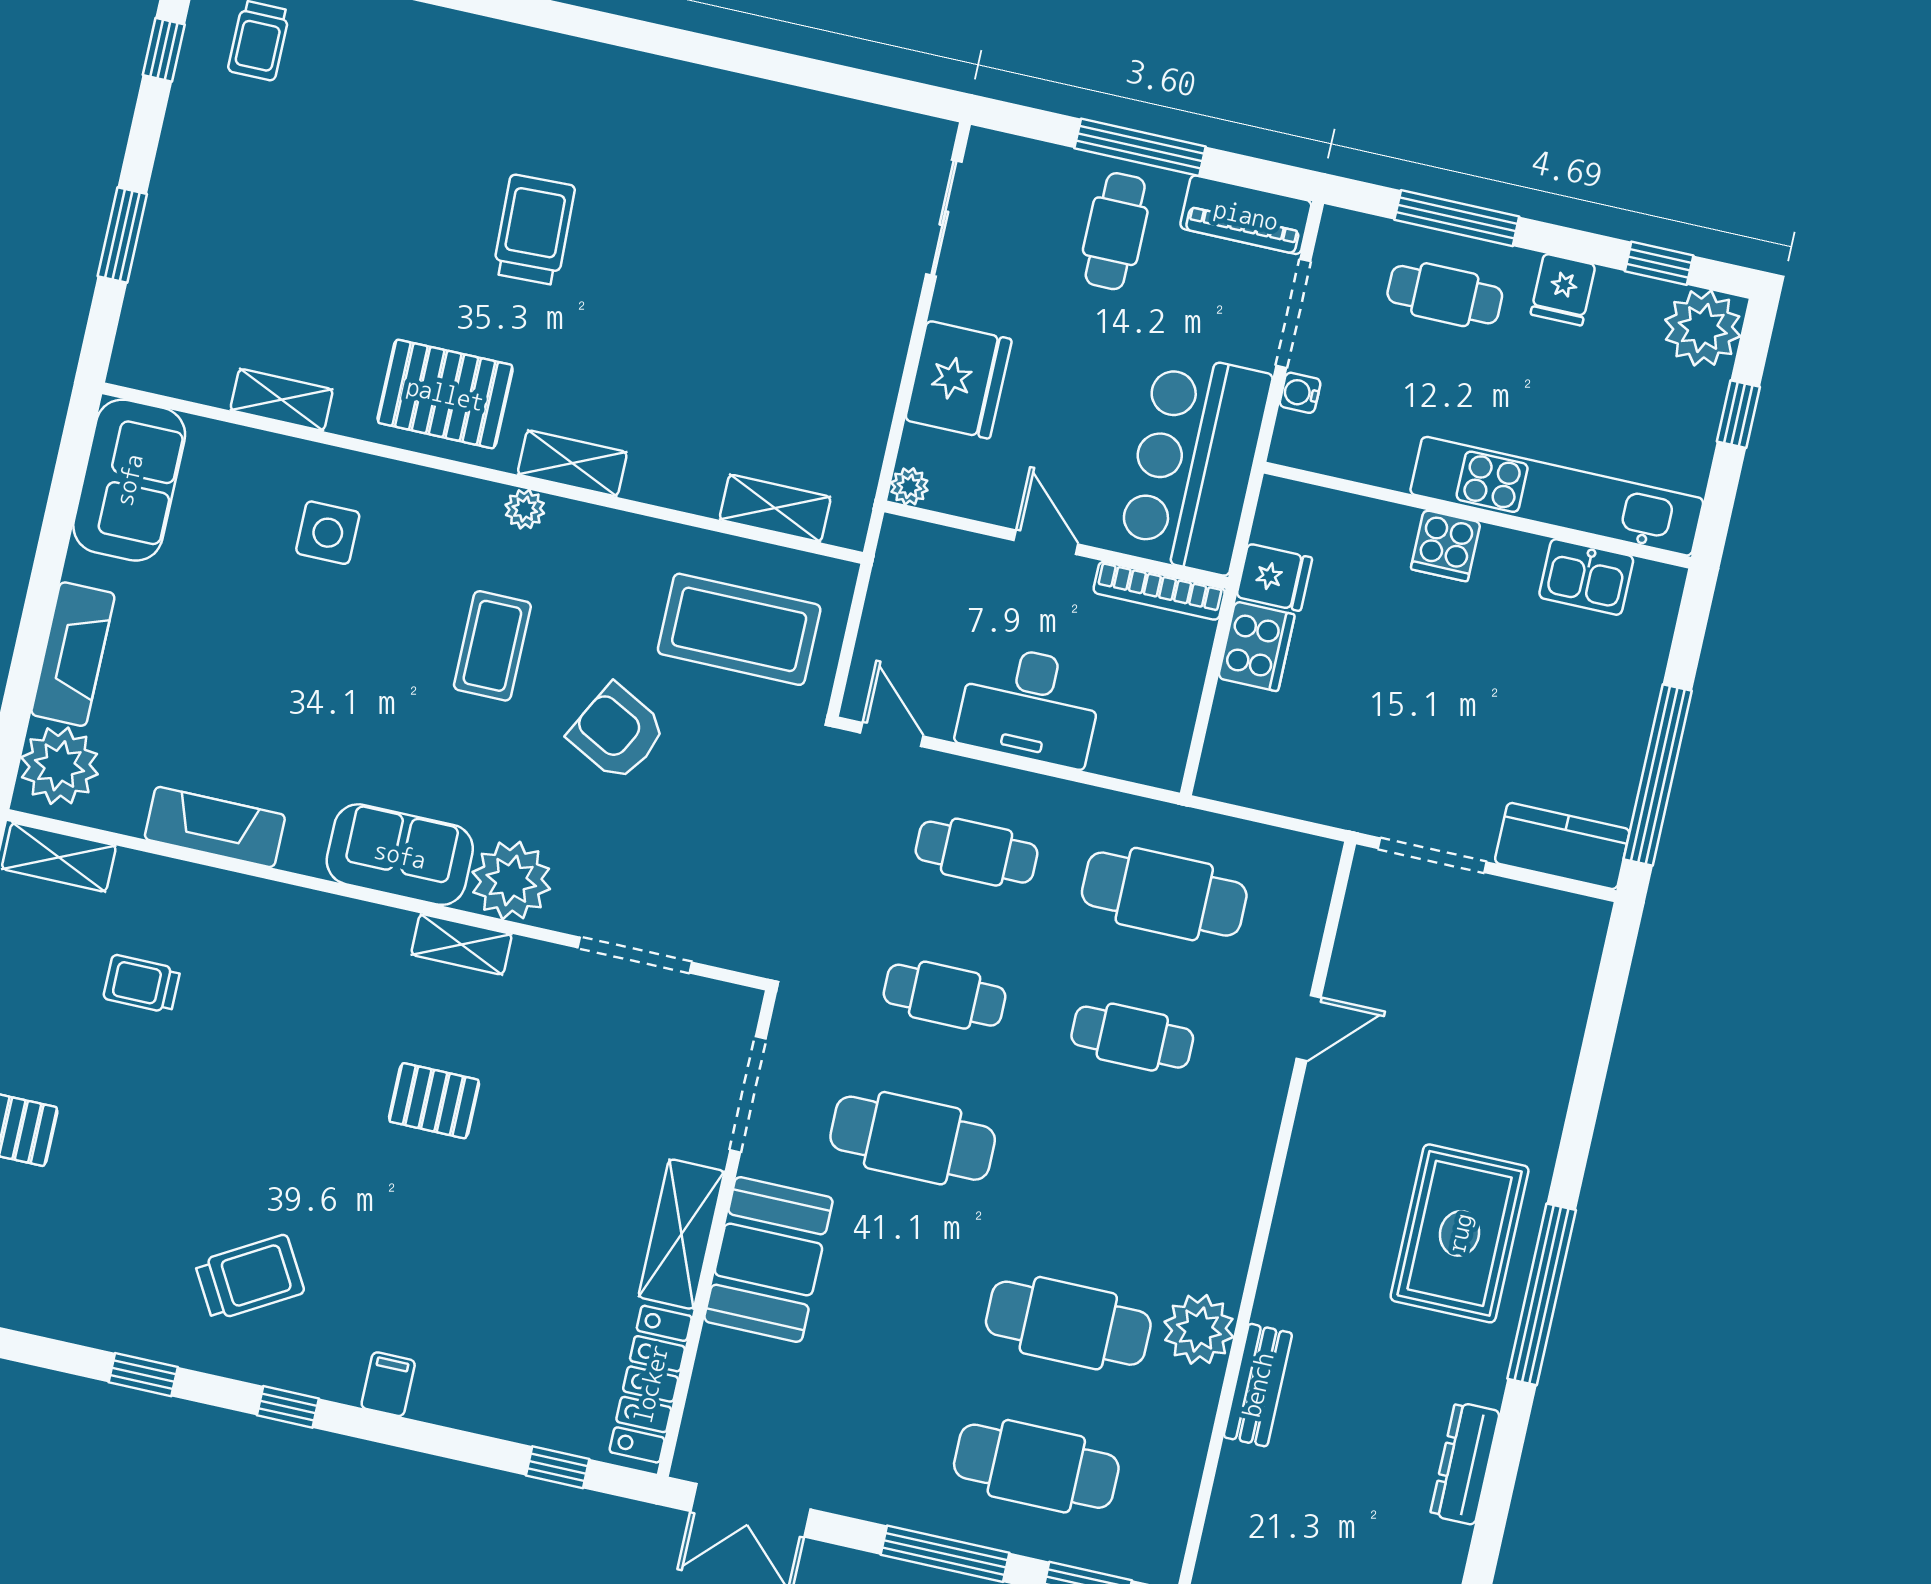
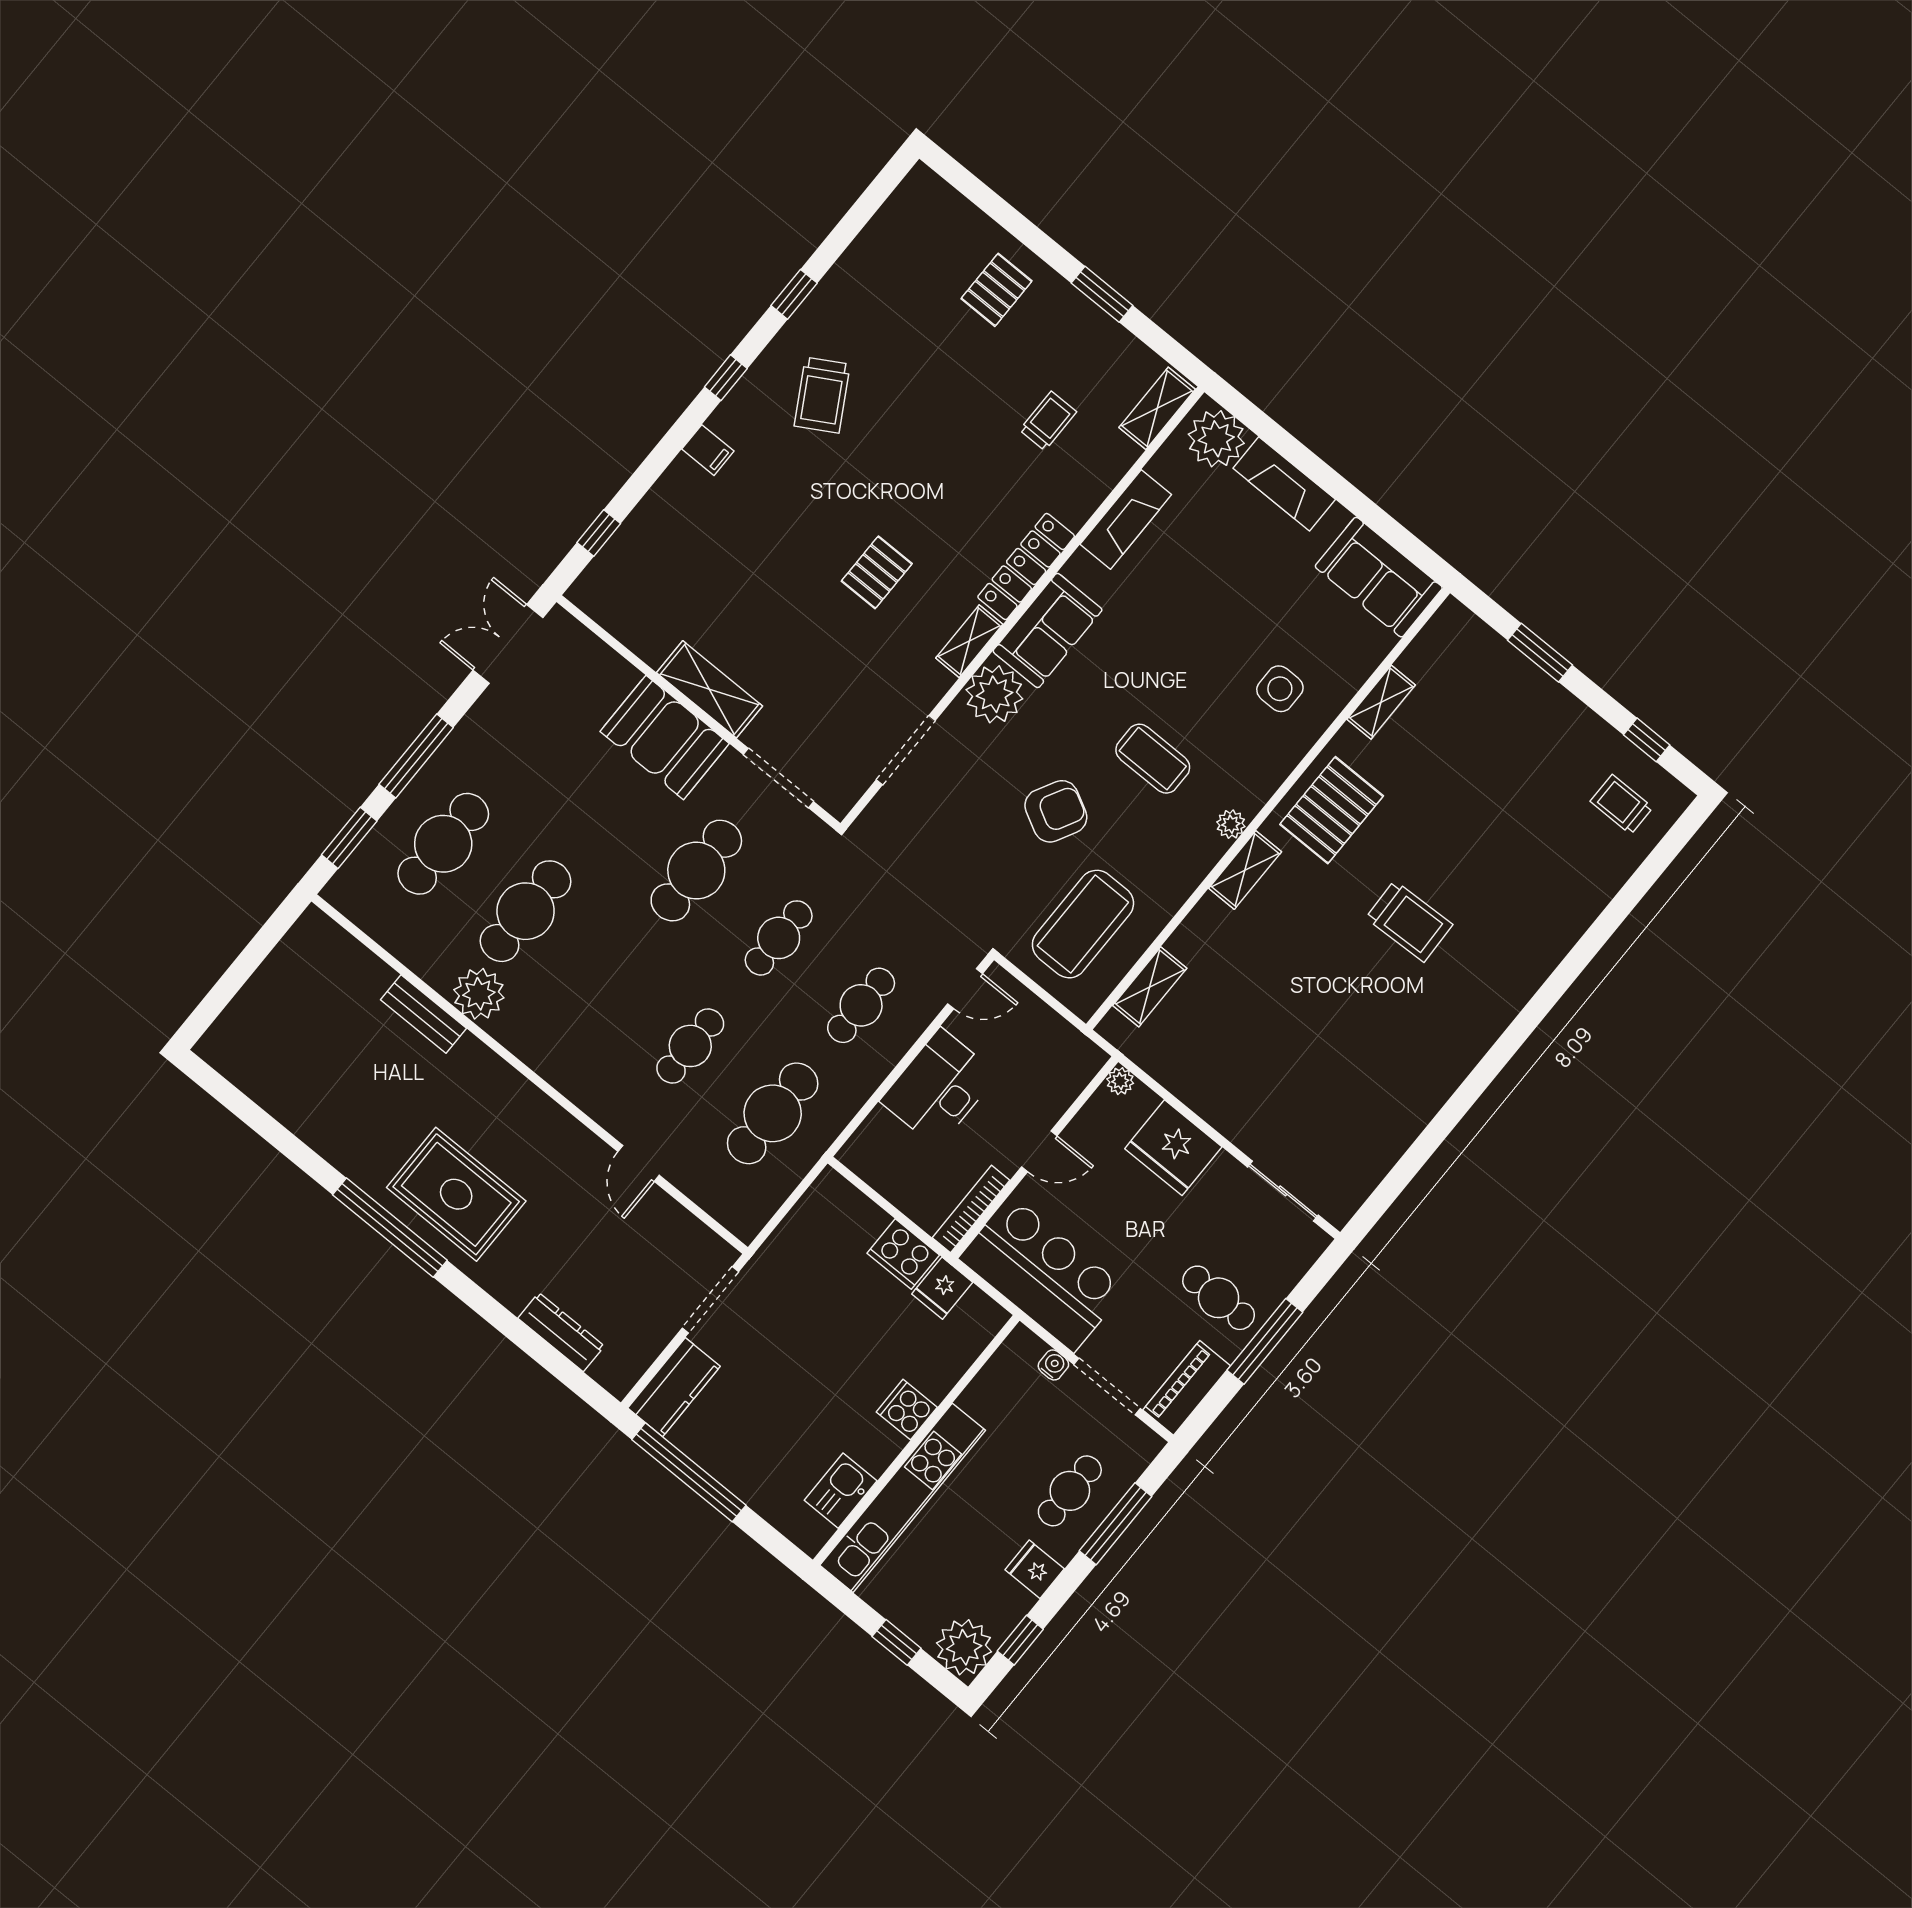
locker: (651, 1384) -> (1026, 567), moved, turned -90
dresser: (1465, 1463) -> (561, 1332), moved

